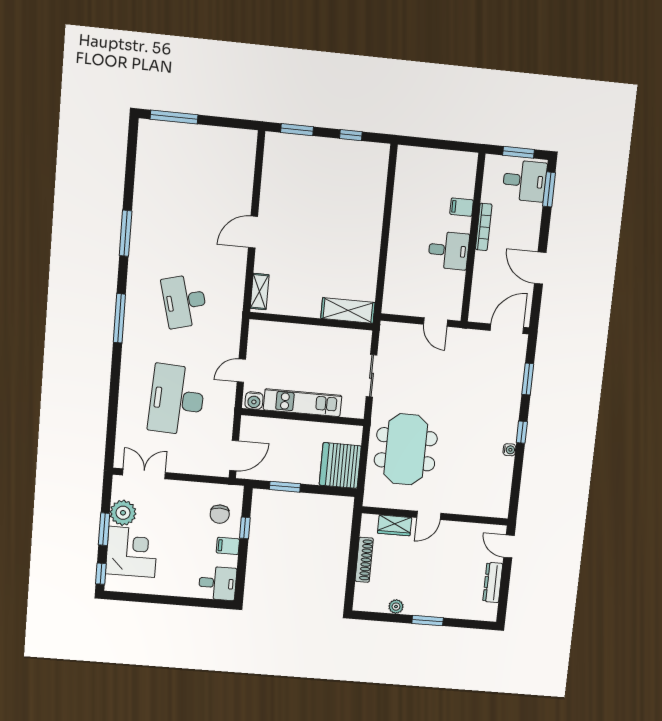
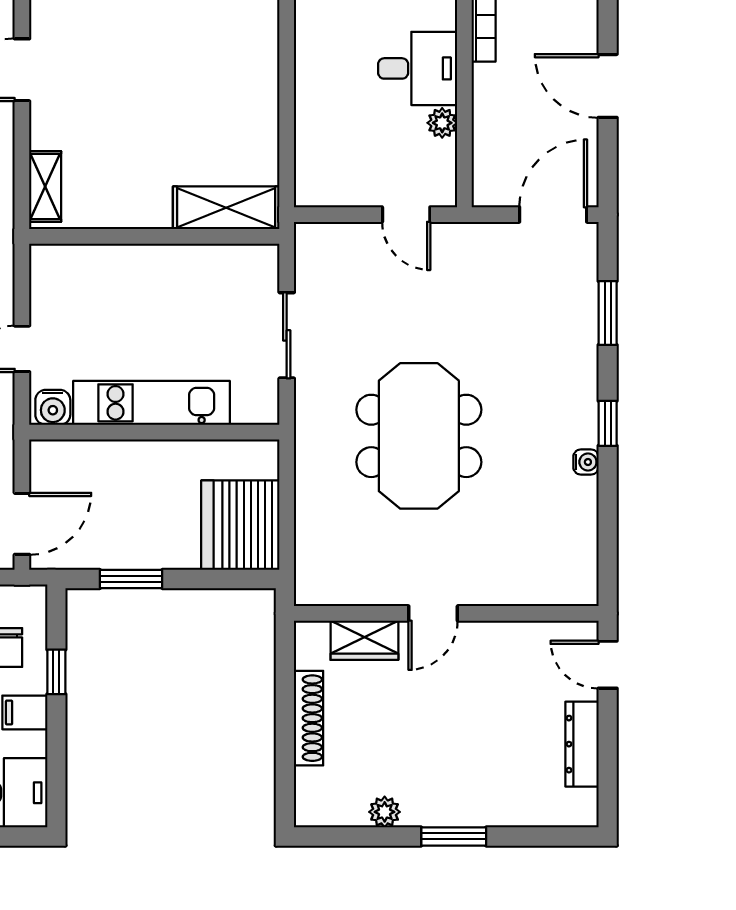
plant: (458, 279) -> (442, 123), added
meeting table: (406, 449) -> (419, 436), moved

